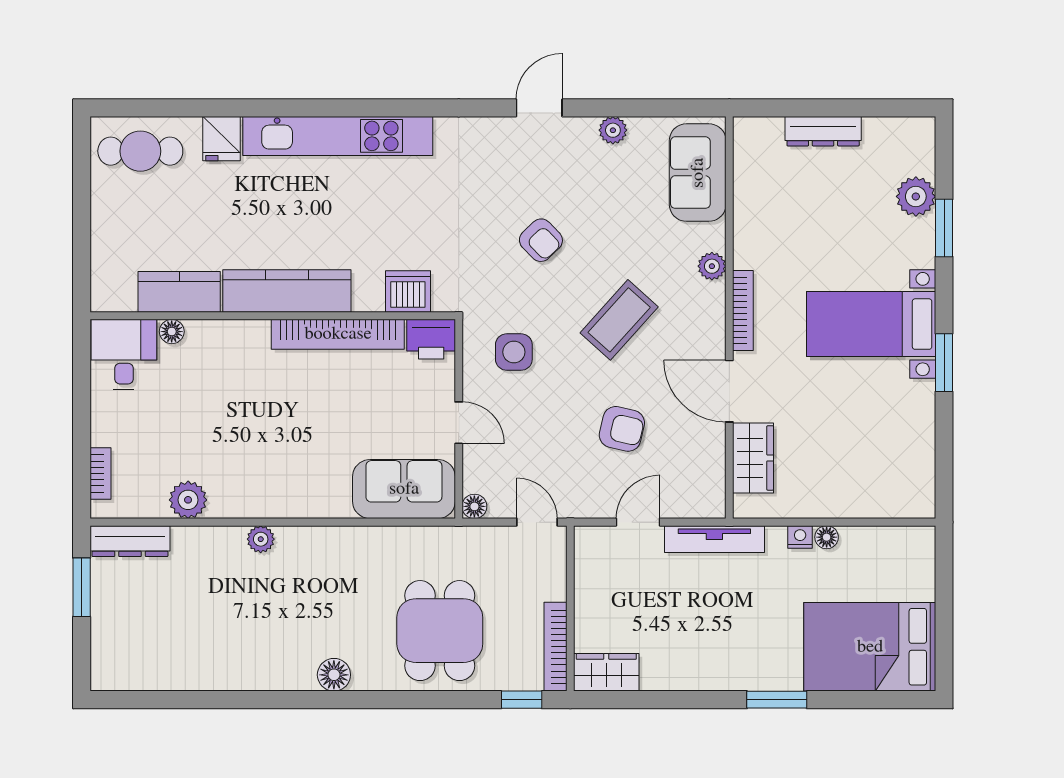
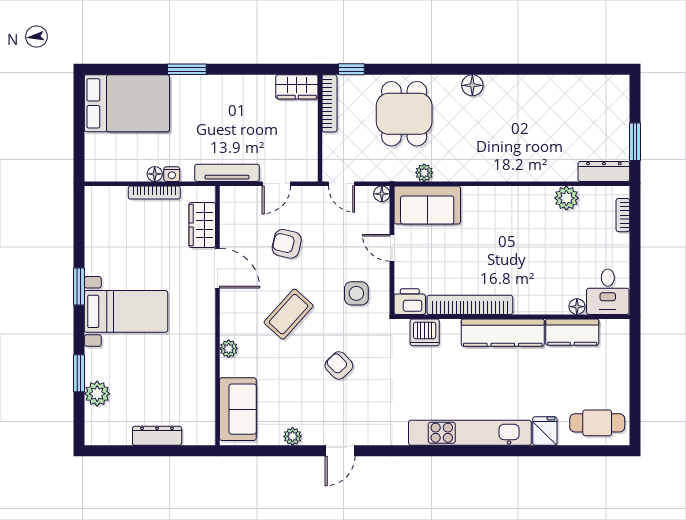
bookcase: (743, 311) -> (154, 192), moved, turned -90
plant: (261, 539) -> (424, 173), moved

